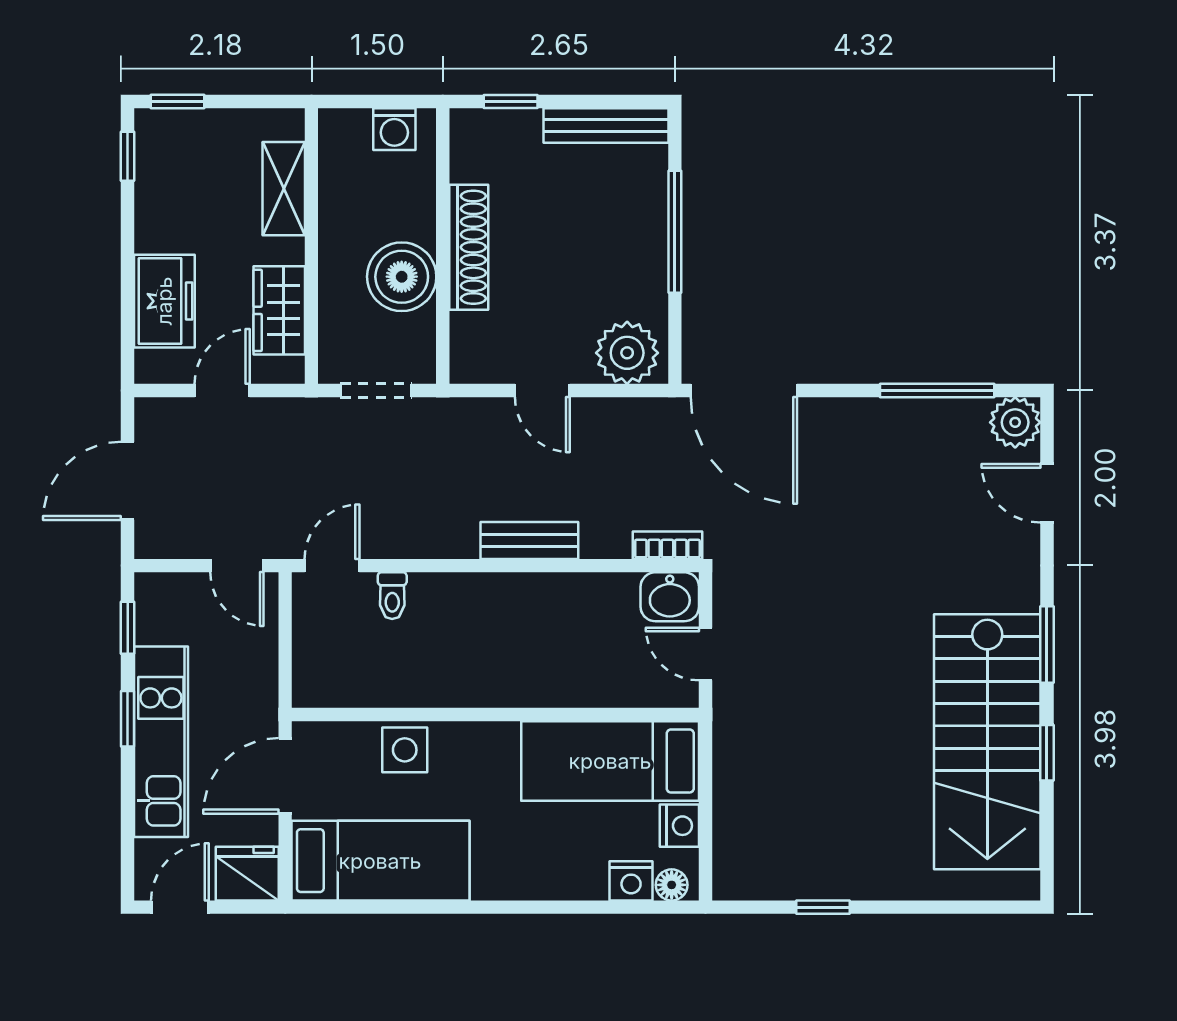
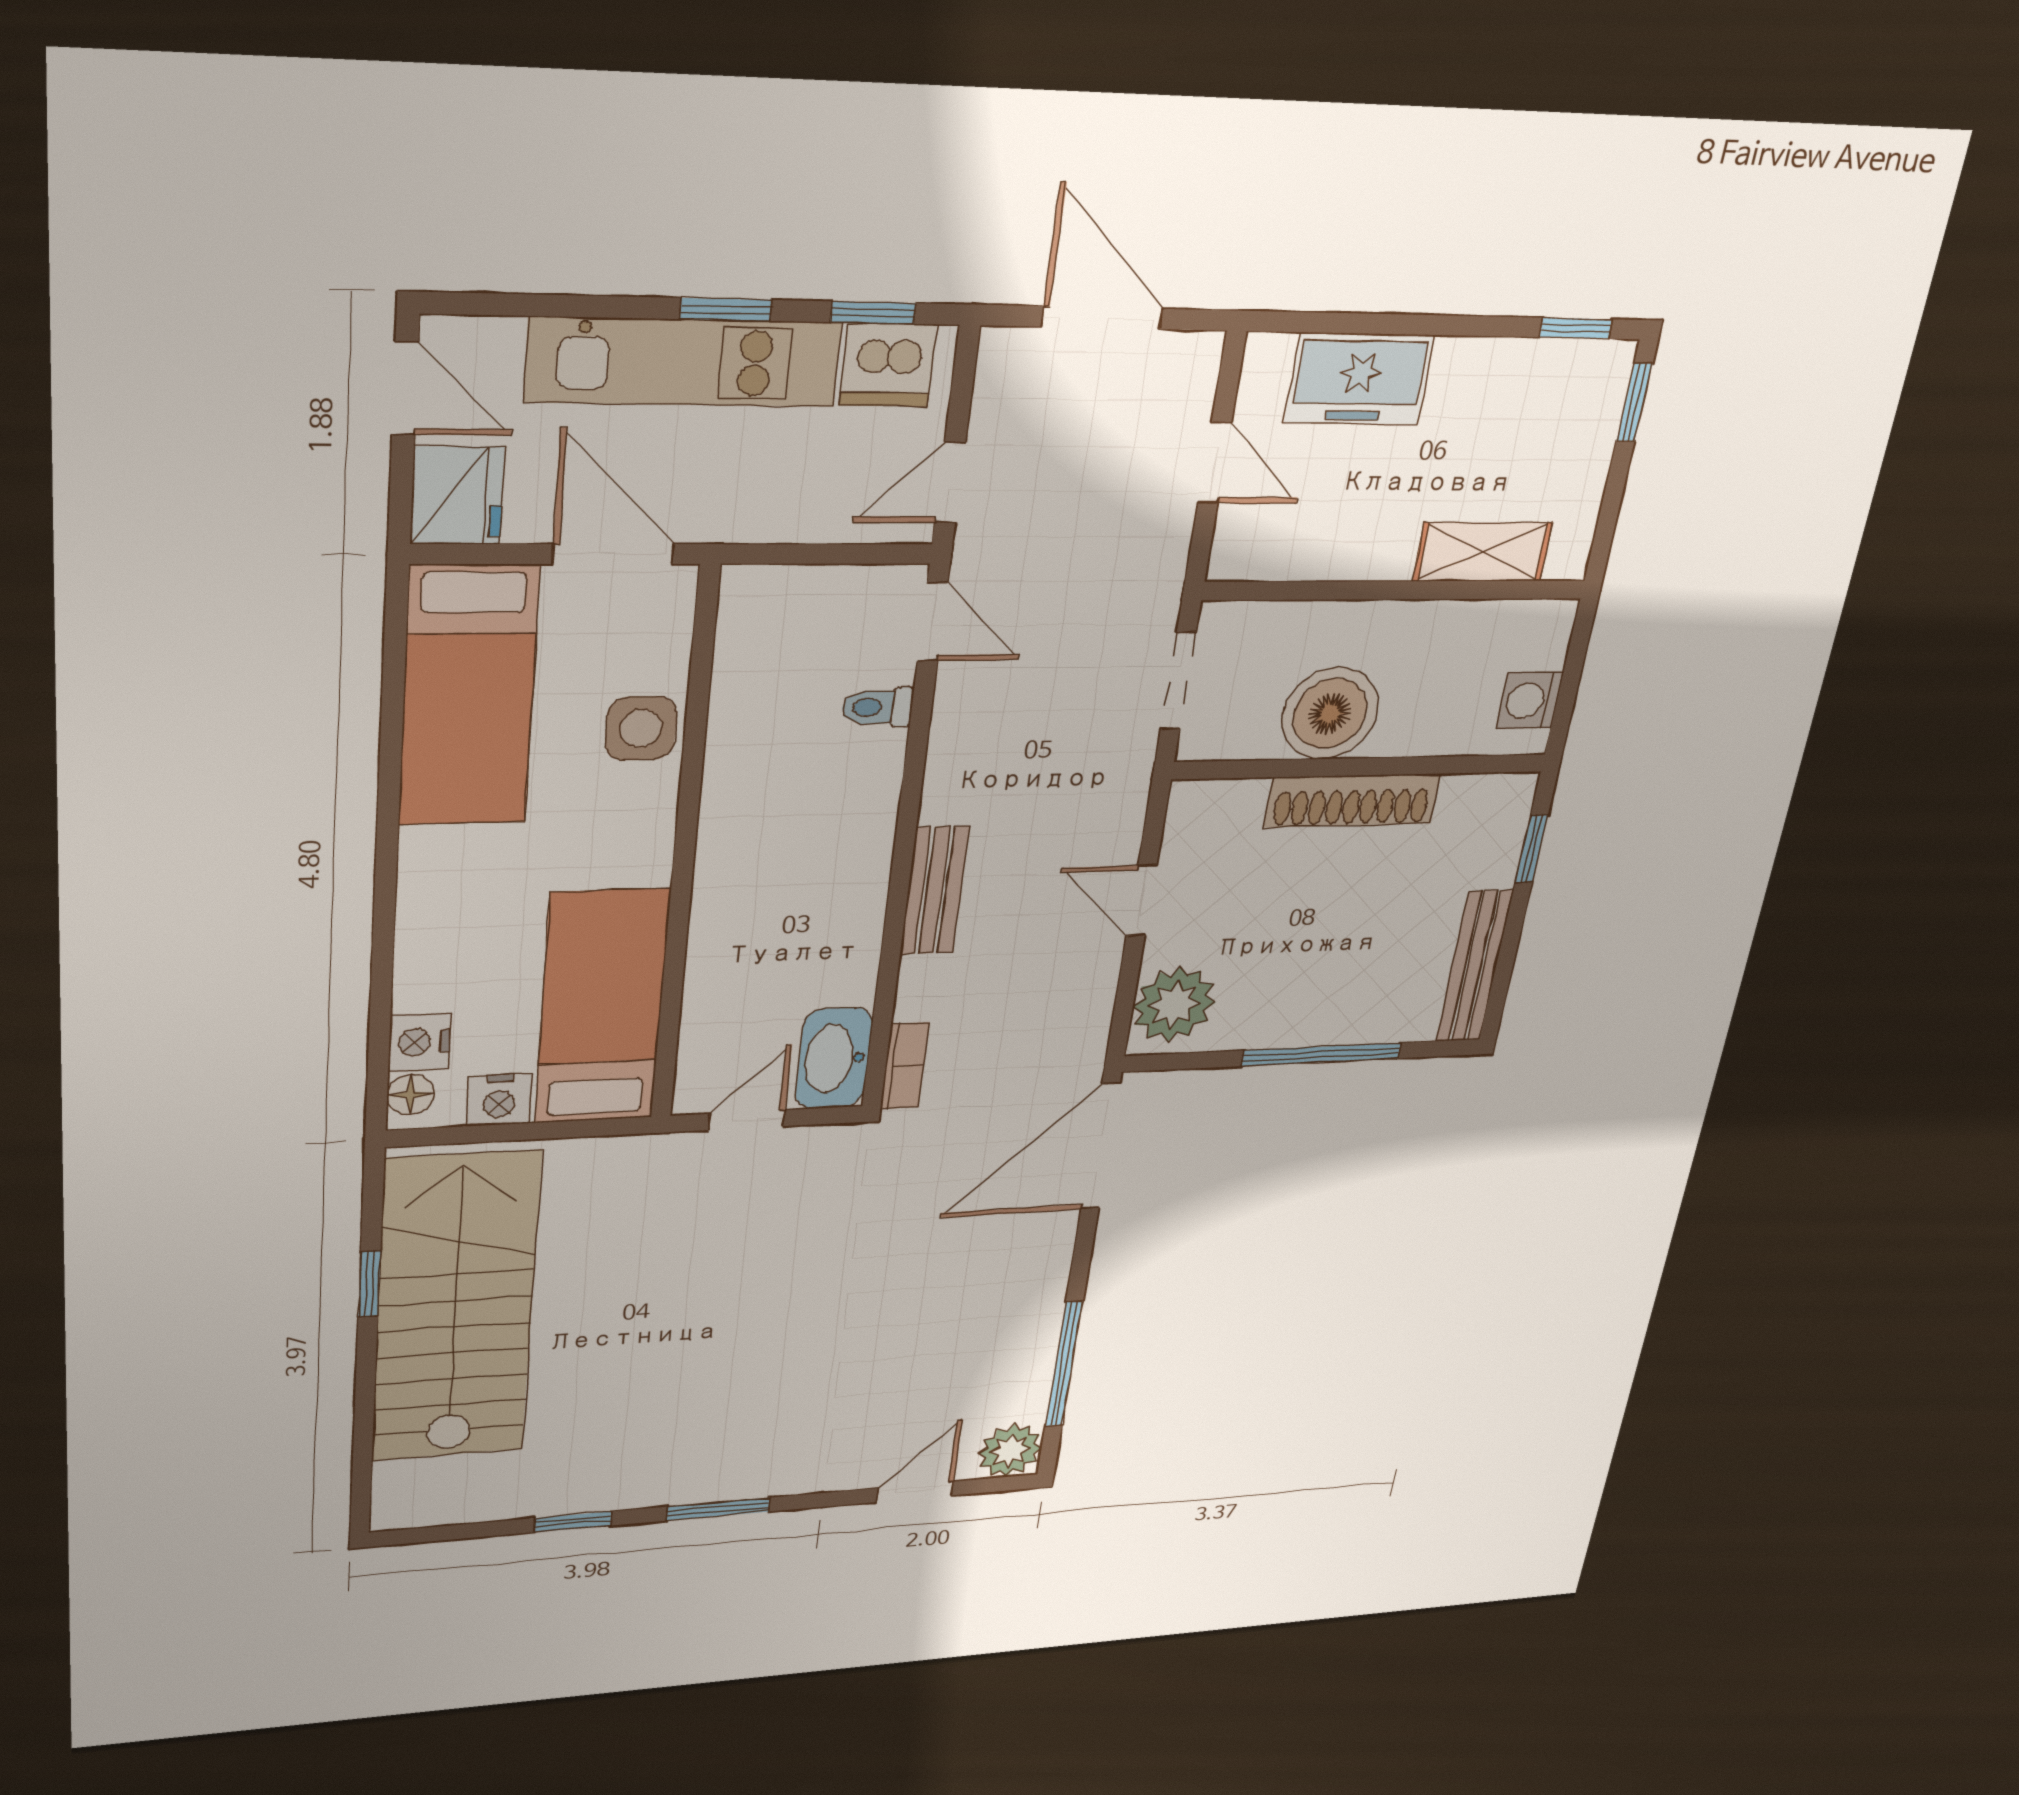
wardrobe: (279, 310) -> (1315, 545), removed
door: (542, 390) -> (1141, 900), hinge flipped
washbasin: (670, 597) -> (834, 1058), width x1.38
dishwasher: (160, 615) -> (888, 365), added
stairs: (987, 742) -> (455, 1308), moved, turned 90

